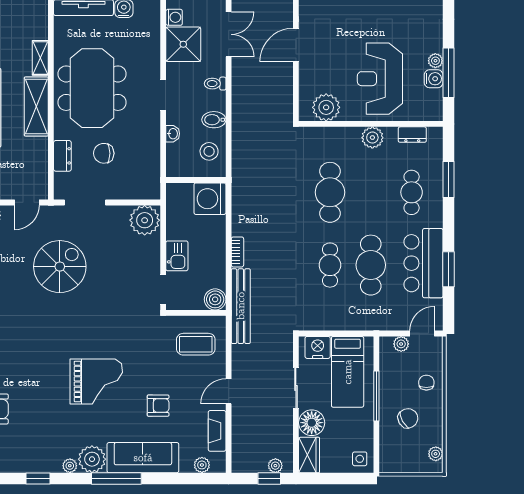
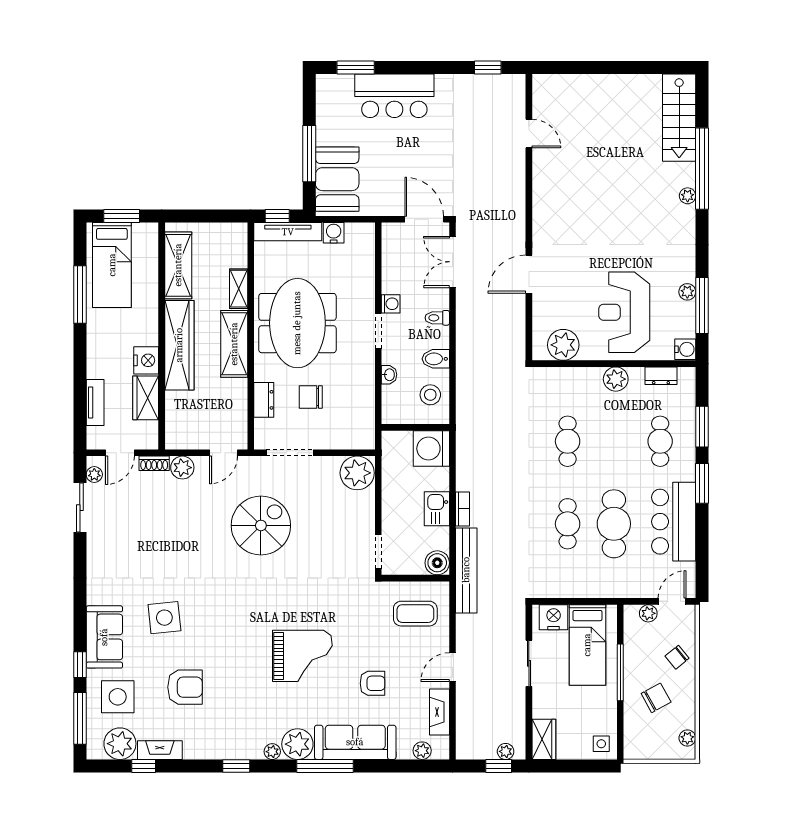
washing machine: (174, 17) -> (391, 304), moved
double door: (229, 34) -> (452, 262), swing flipped
shower: (183, 44) -> (401, 273), removed
water cooler: (434, 79) -> (685, 349), moved
cafe table: (330, 192) -> (568, 441), width x0.73, depth x0.74
kitchen sink: (177, 256) -> (437, 509), moved, turned 180
window: (448, 269) -> (702, 483), moved
chair: (426, 383) -> (677, 657), turned -129
floor lamp: (312, 423) -> (547, 703), removed

